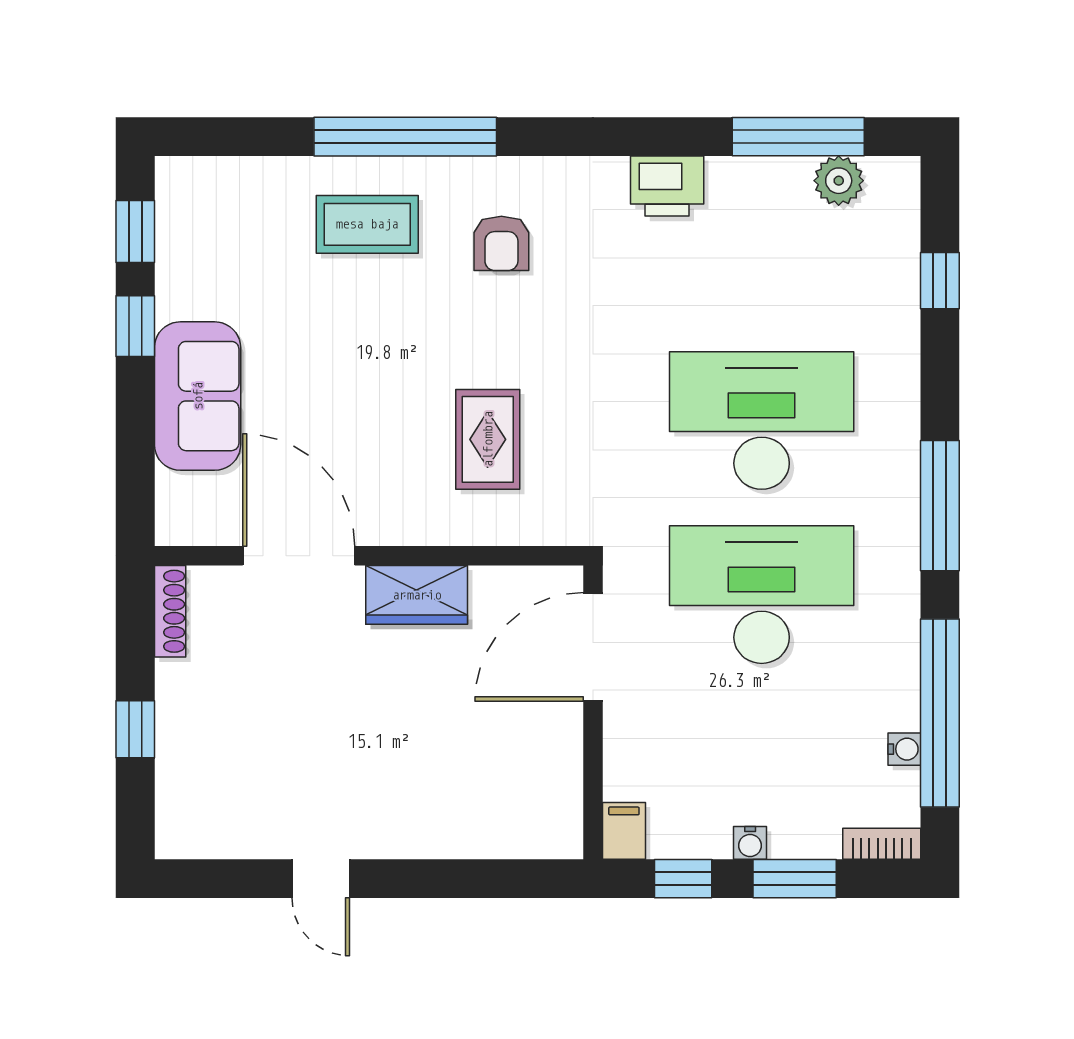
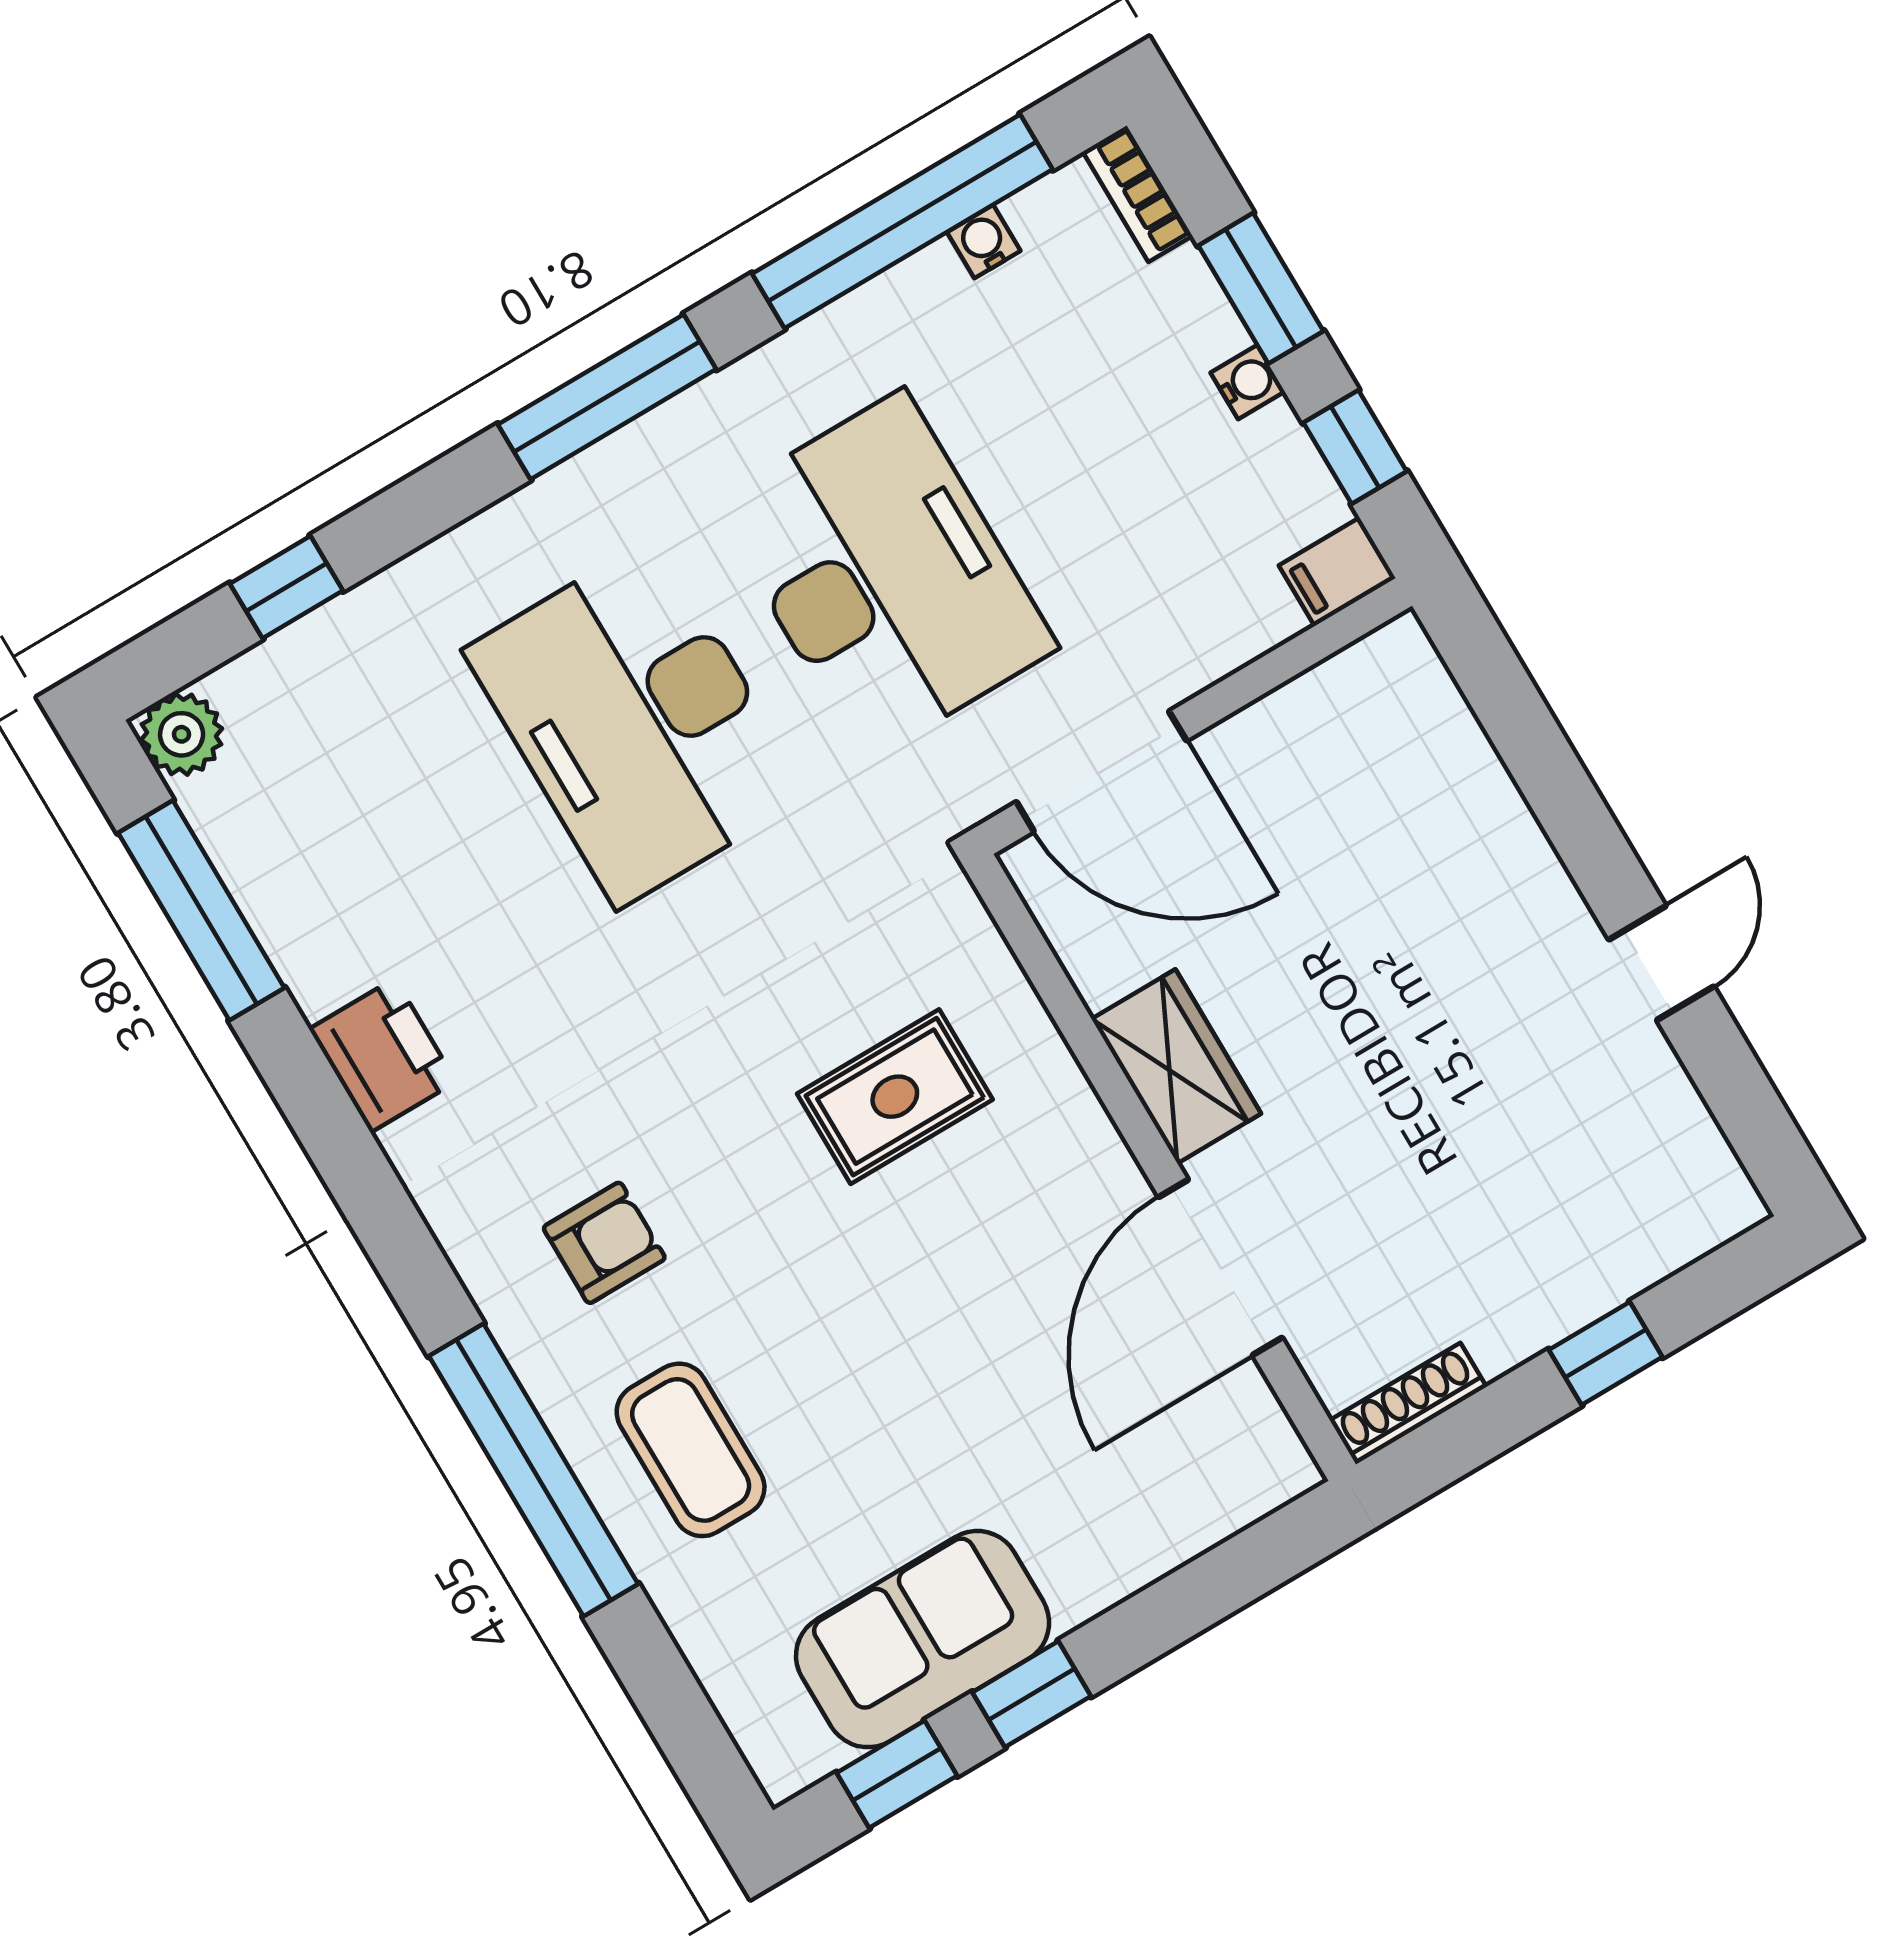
plant: (839, 181) -> (182, 734), moved
sofa: (198, 396) -> (923, 1639), moved
desk: (762, 595) -> (884, 575), turned 180

